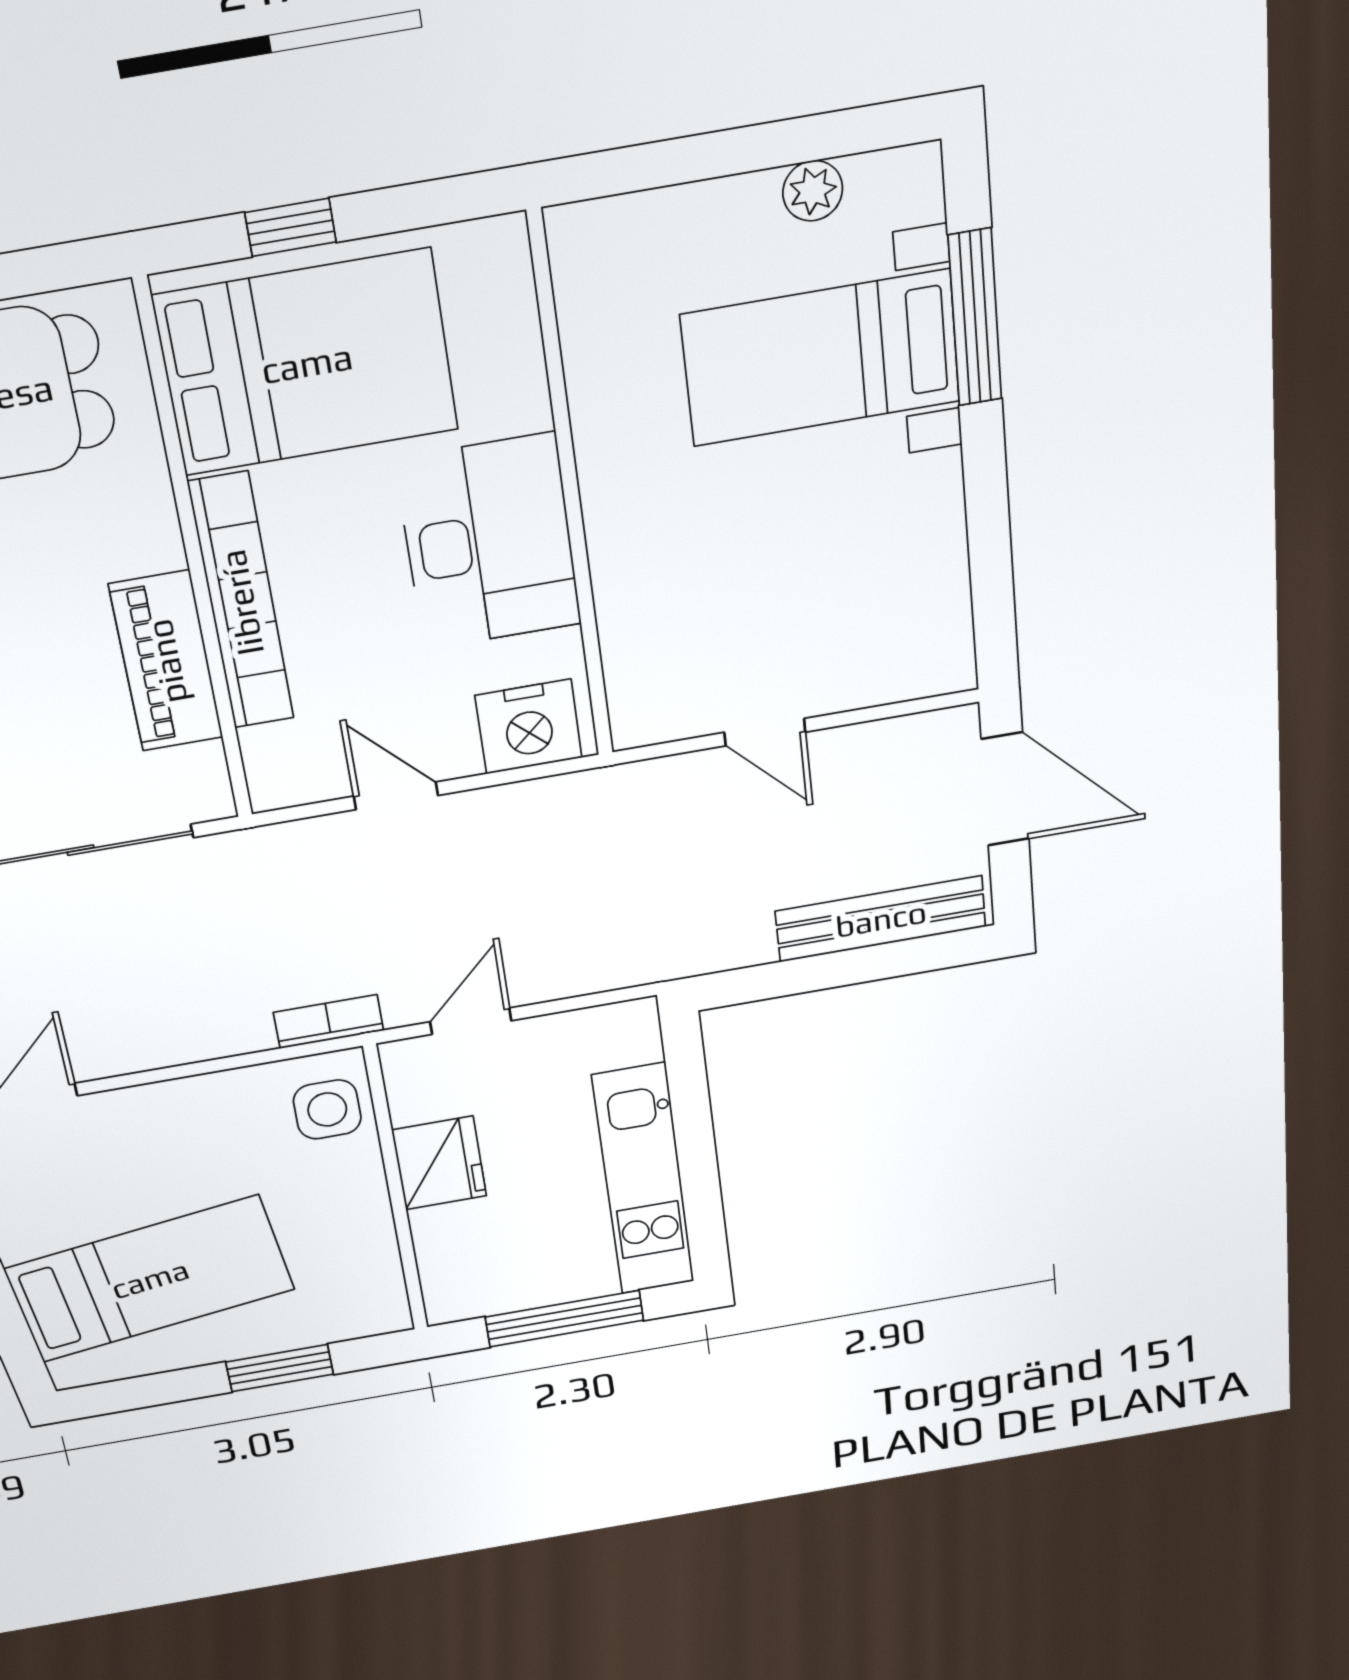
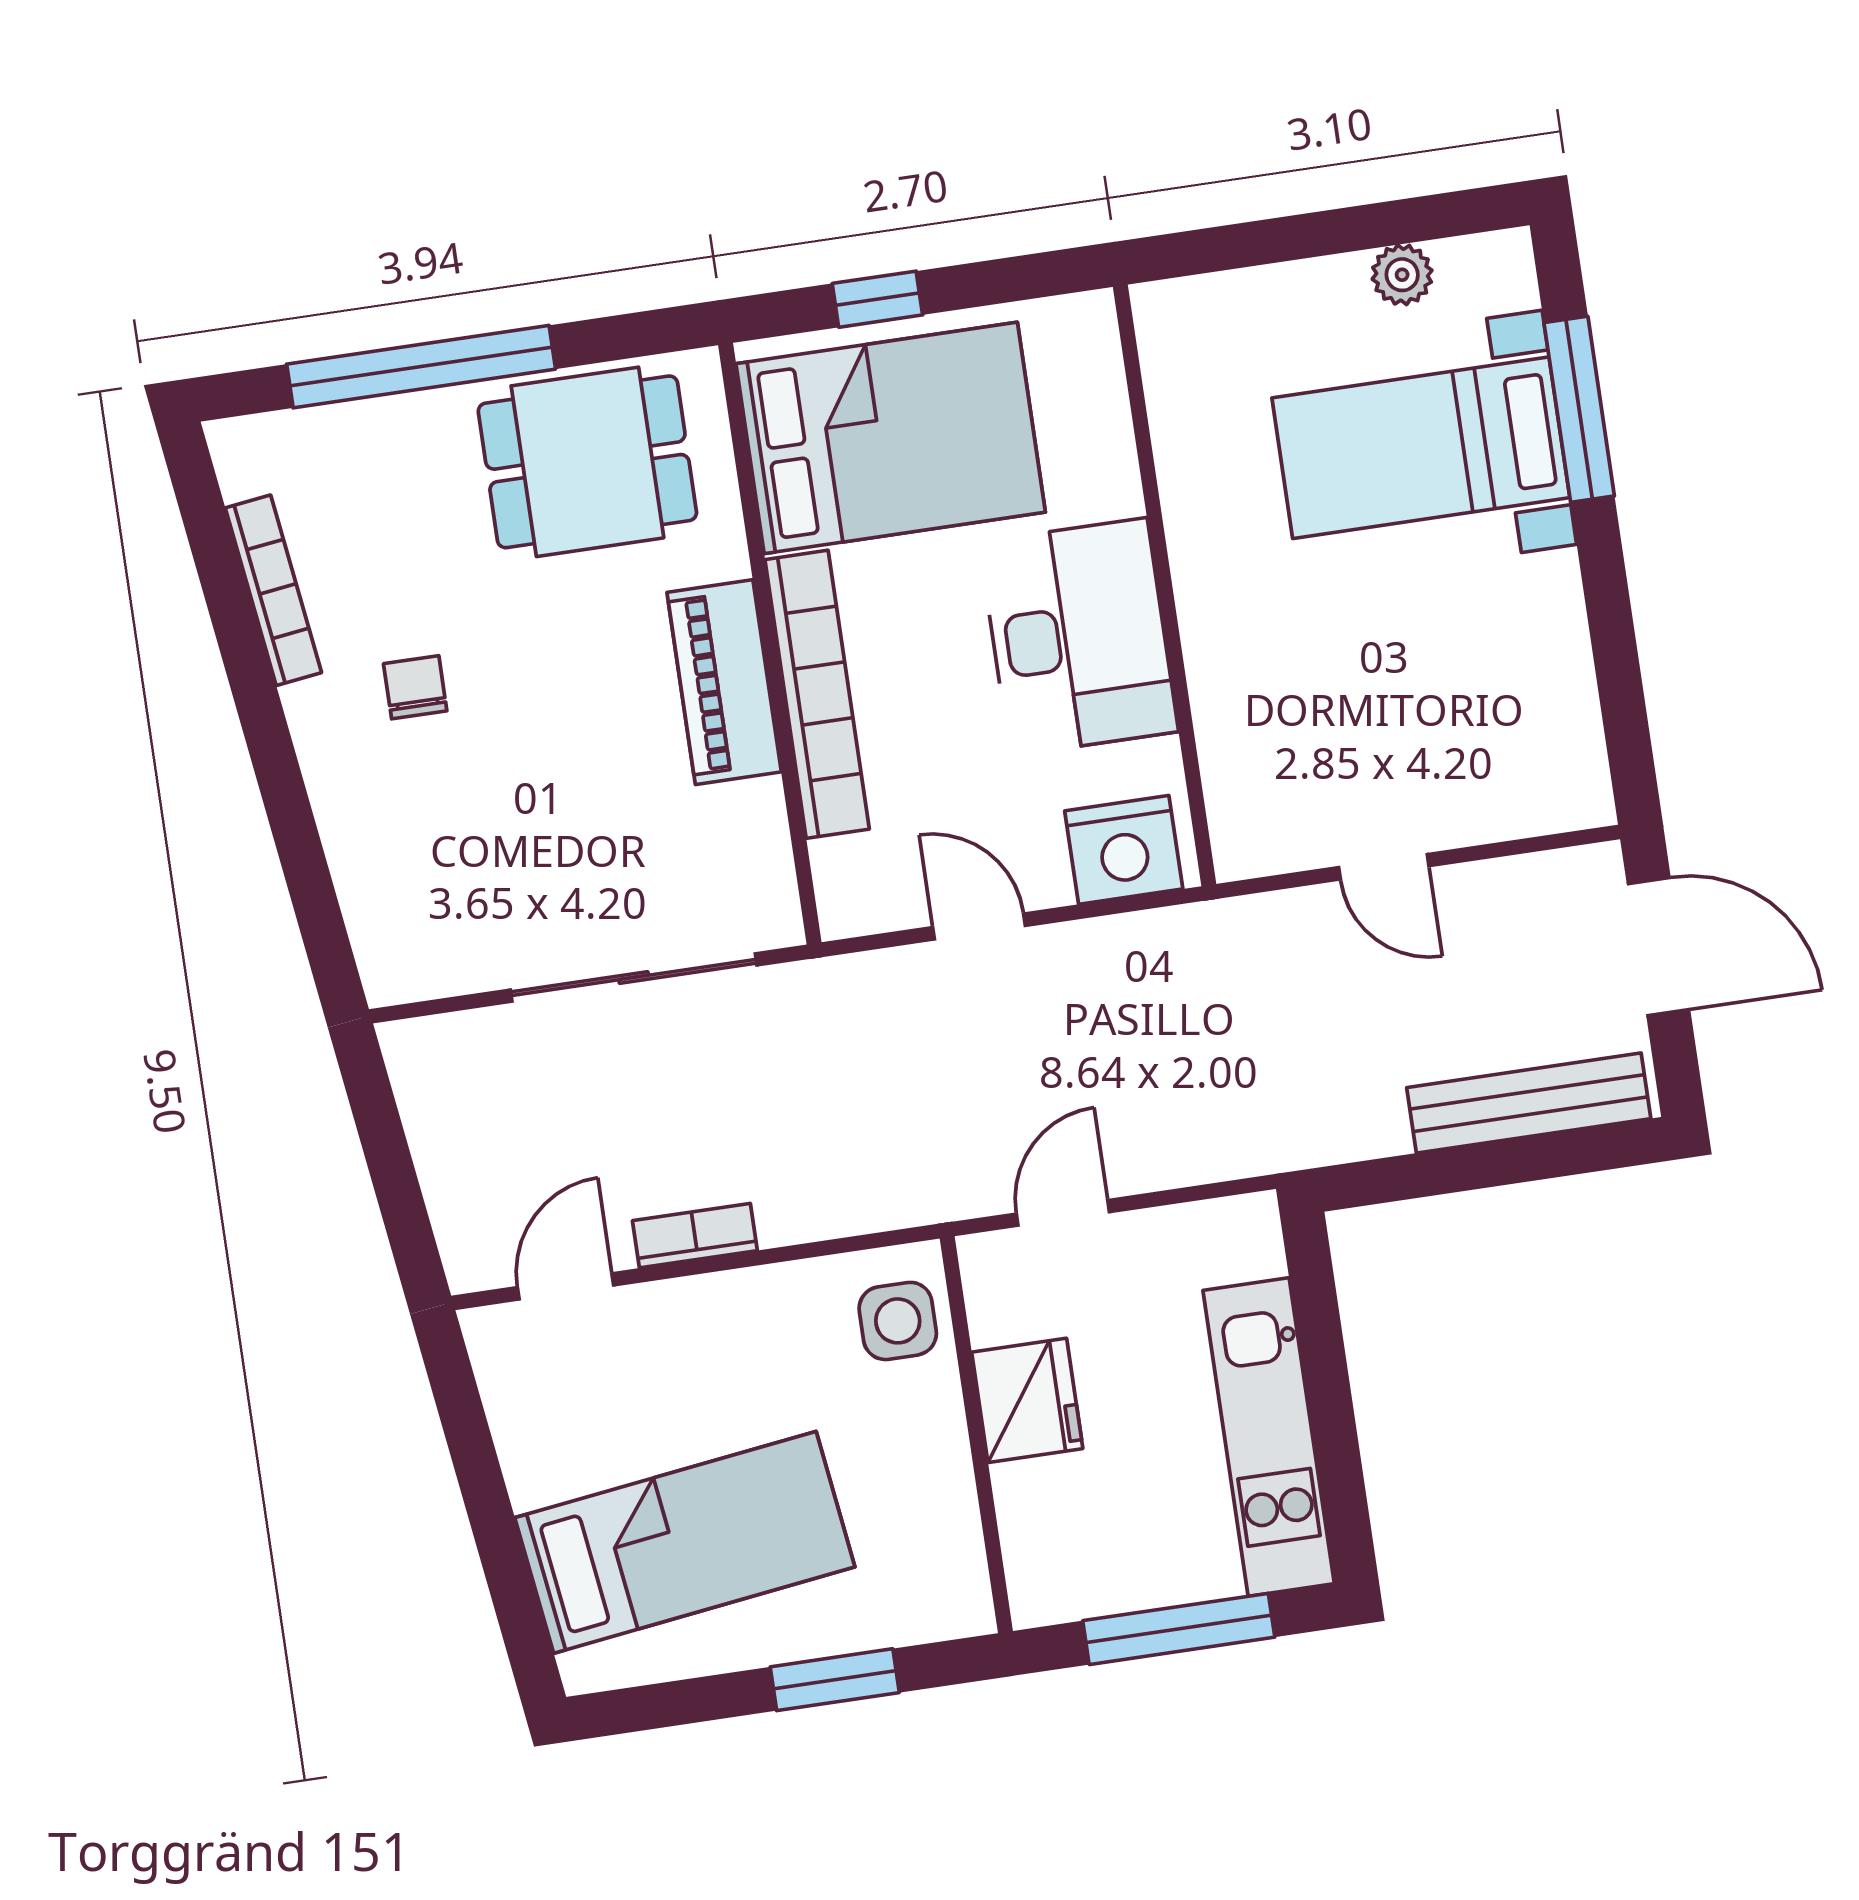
piano: (166, 661) -> (724, 682), moved
bookcase: (328, 1022) -> (695, 1236), moved

